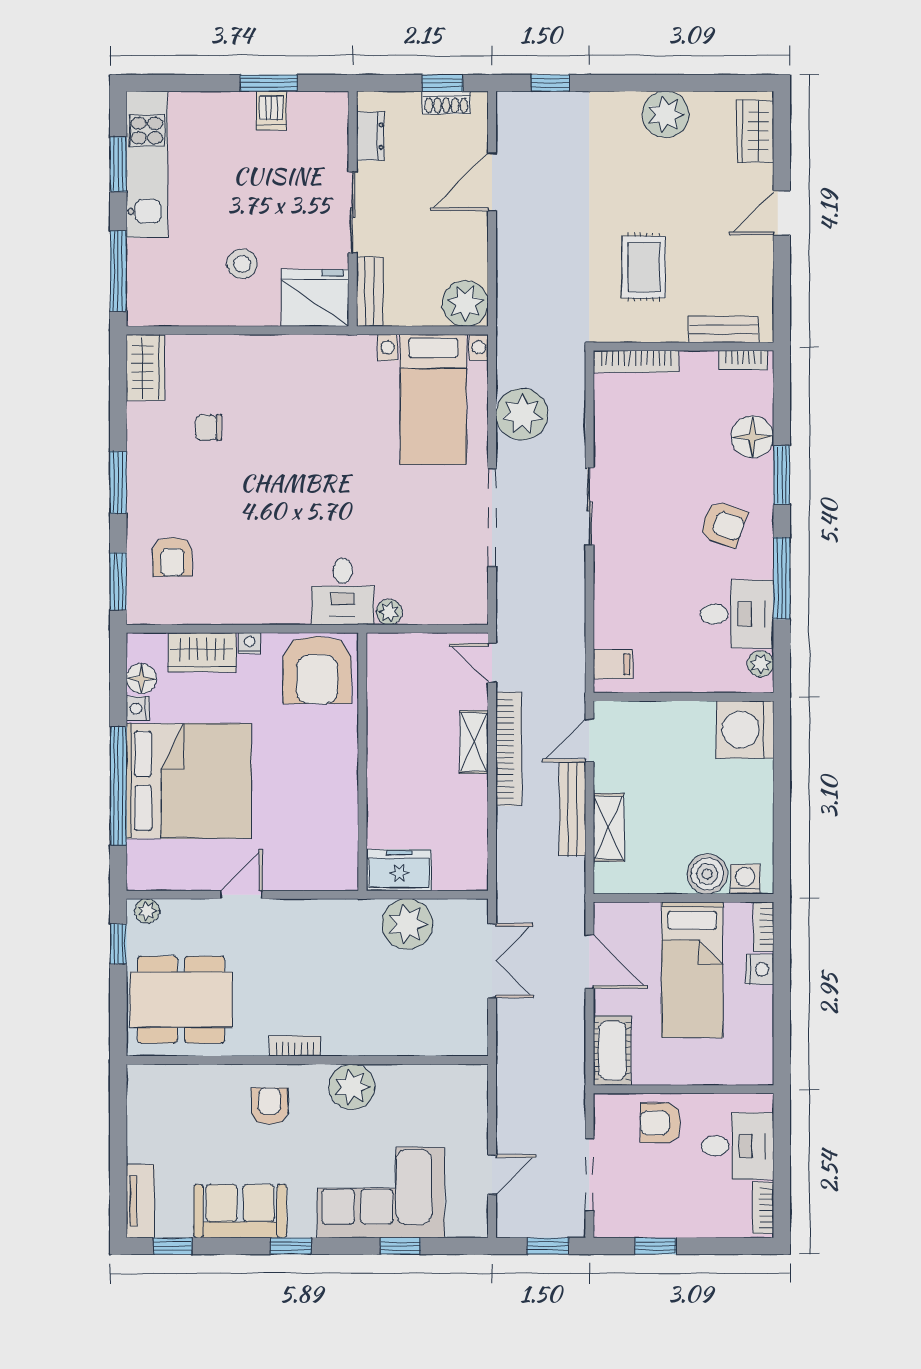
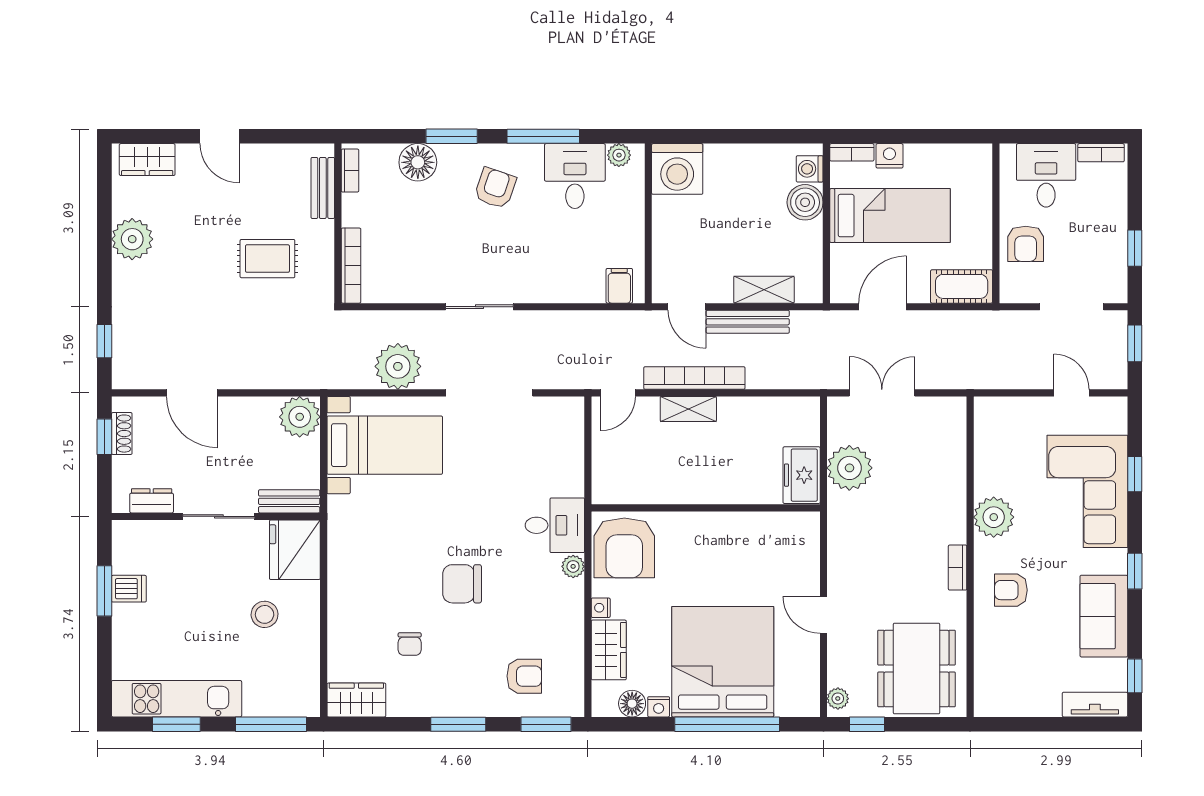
chair: (277, 487) -> (462, 584), added
plant: (389, 612) -> (573, 566), moved
armchair: (317, 670) -> (624, 548), turned 90

